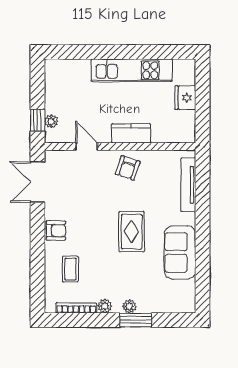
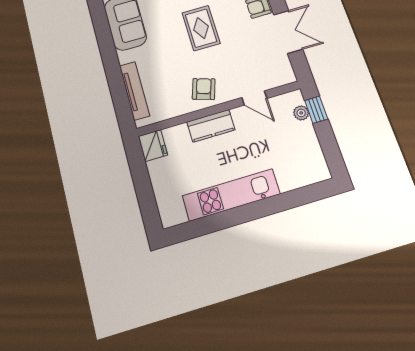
fridge: (185, 98) -> (153, 146), moved
double door: (38, 182) -> (288, 32), moved
rug: (132, 232) -> (201, 28), moved

